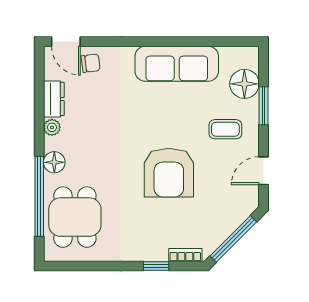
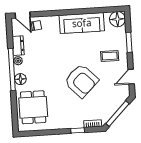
floor lamp: (244, 84) -> (117, 19), moved
armchair: (169, 173) -> (81, 81), turned -44
window: (39, 196) -> (12, 69), moved

